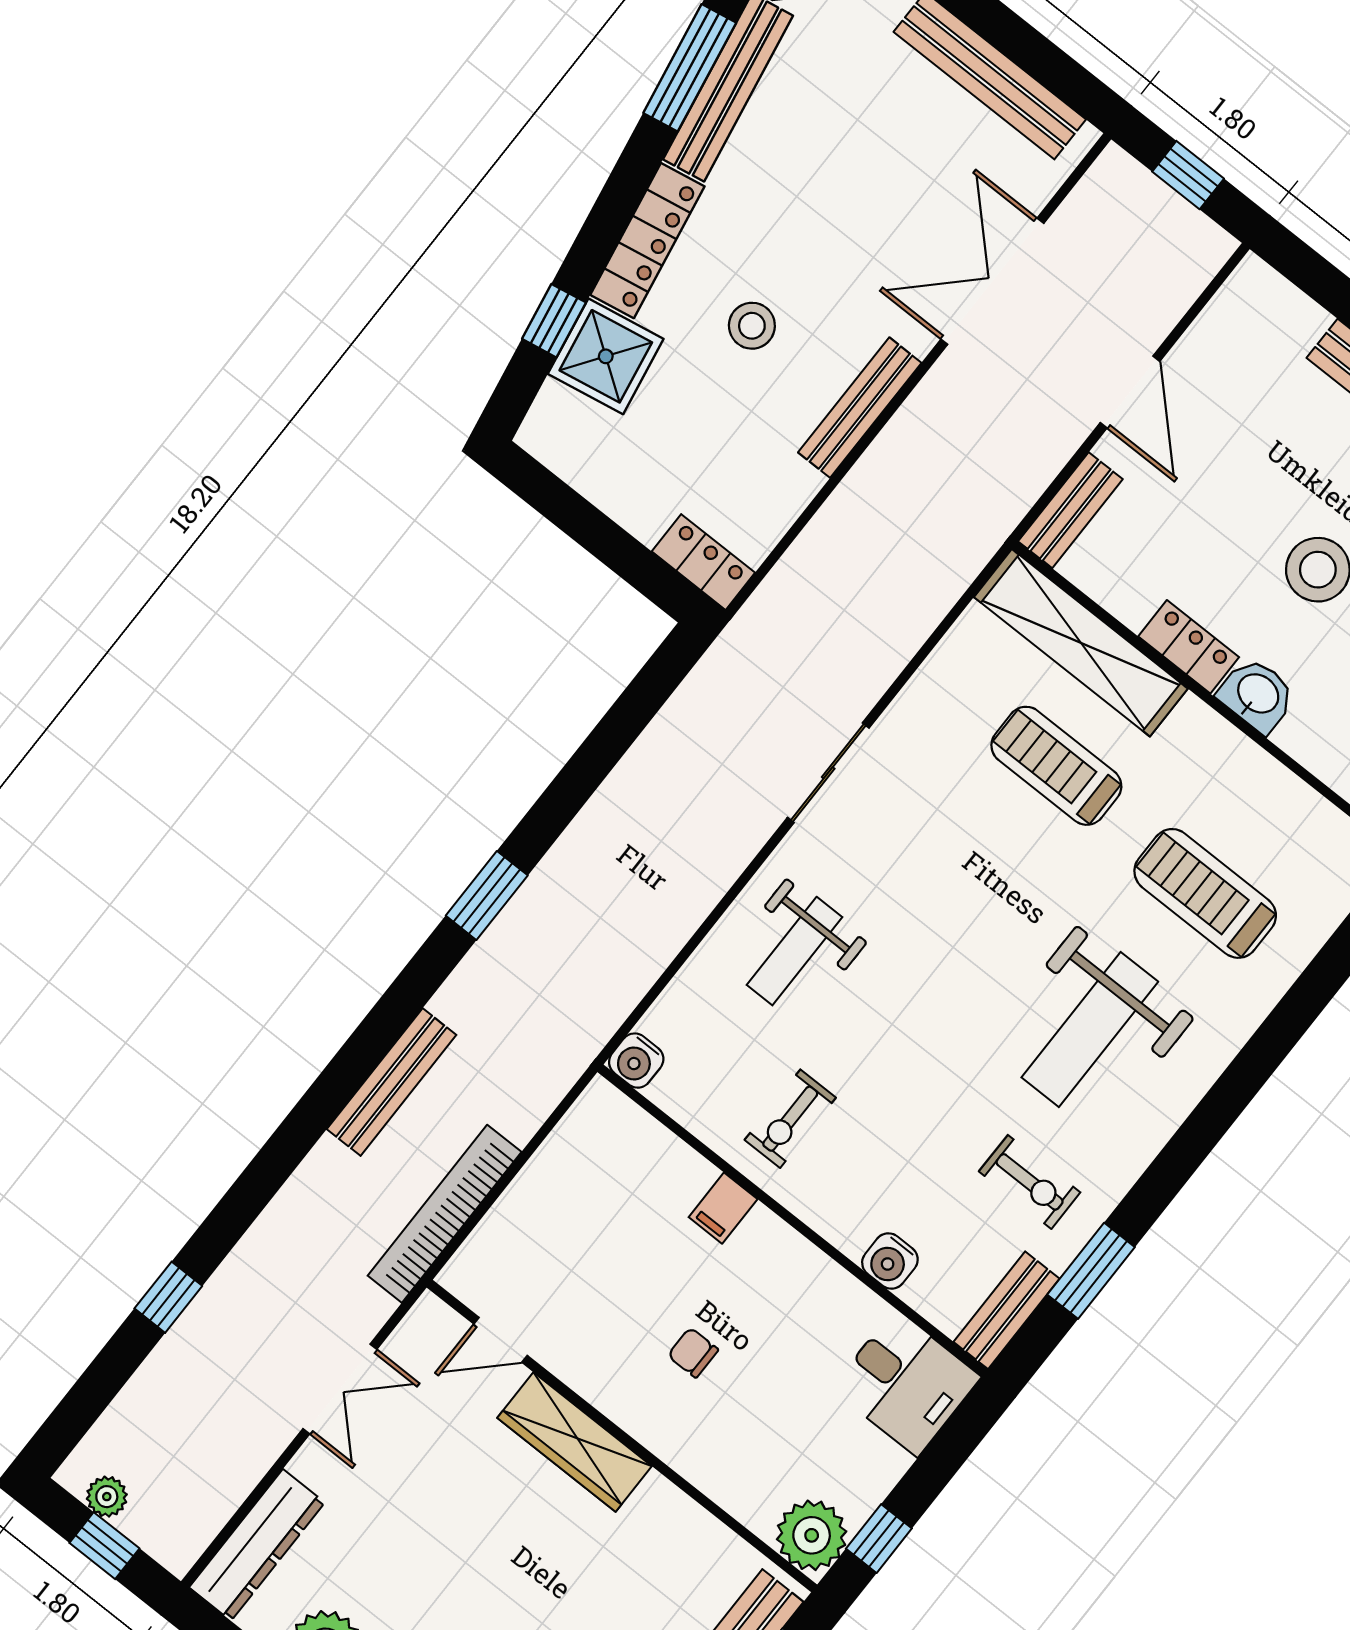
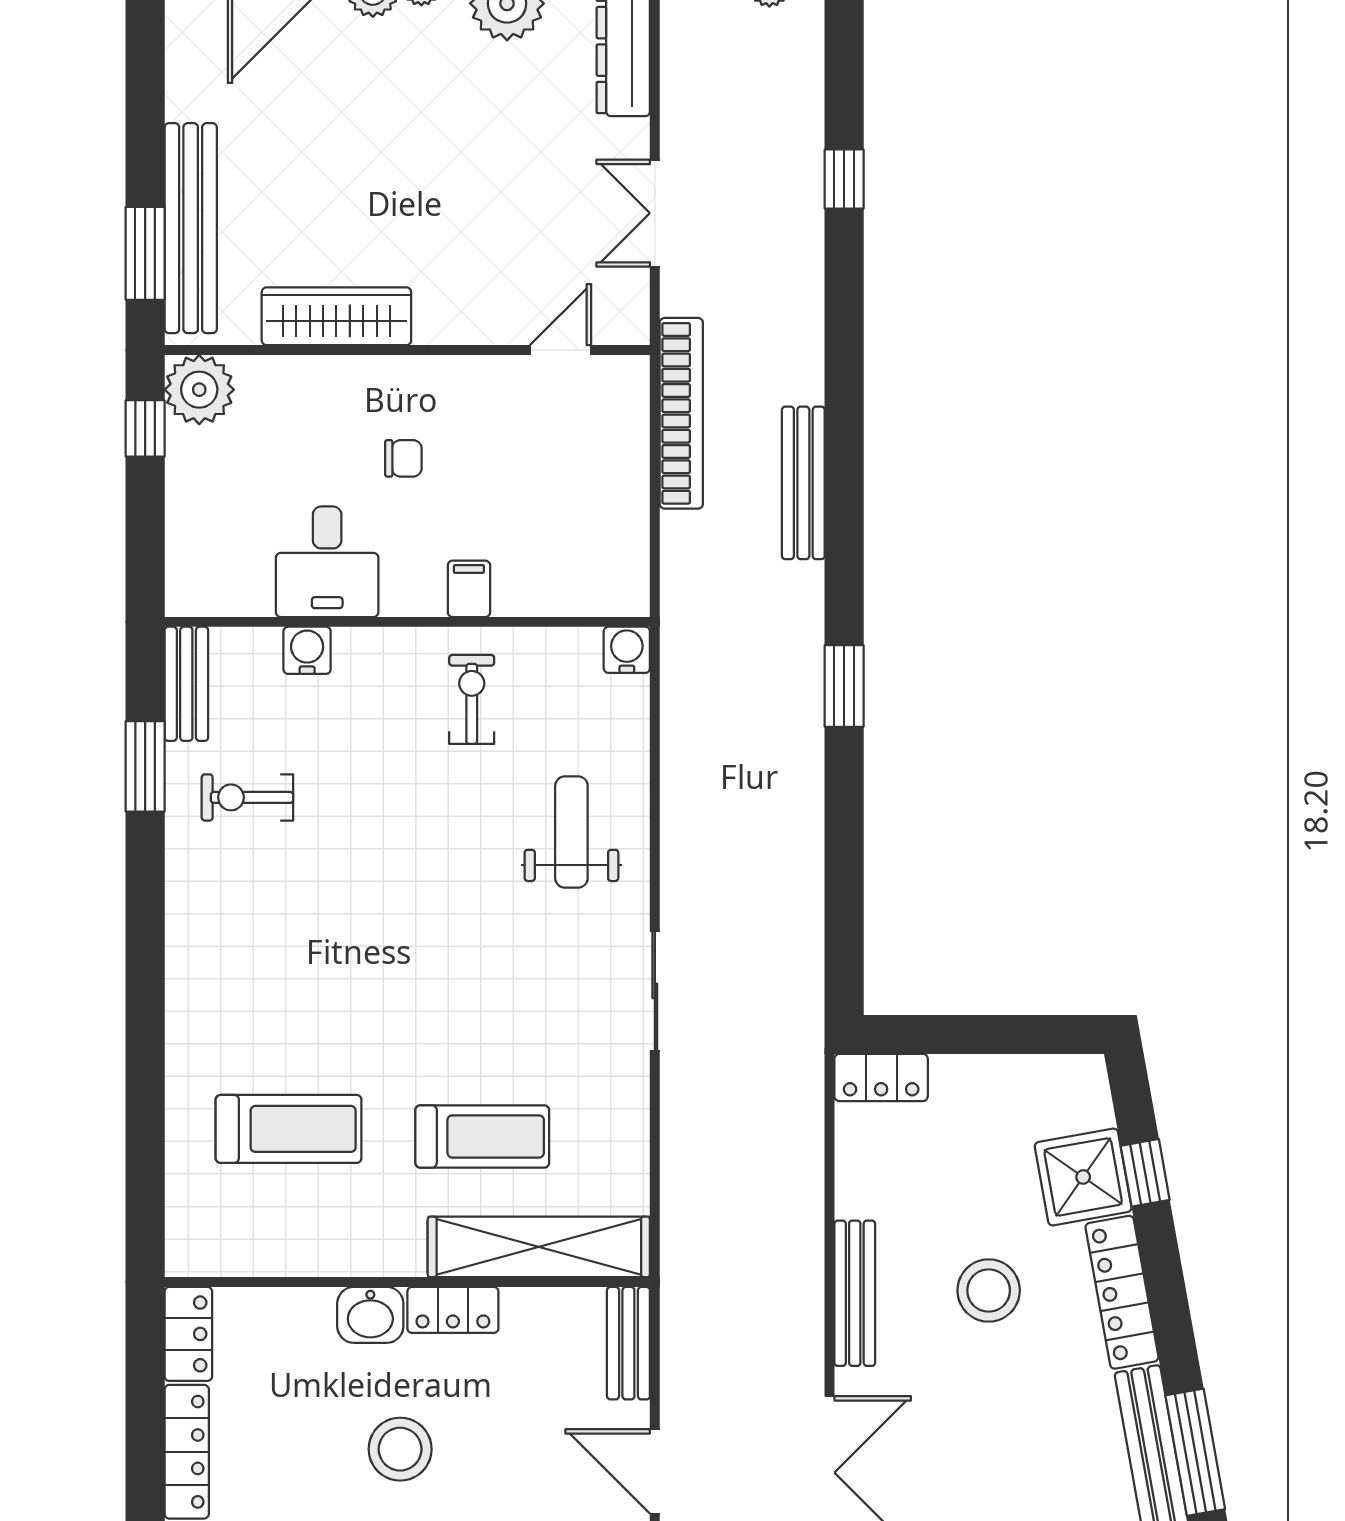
stool: (752, 326) -> (989, 1290), width x1.38, depth x1.38
weight bench: (1090, 1029) -> (294, 953), removed
desk: (906, 1383) -> (327, 562), moved, turned -90
wardrobe: (575, 1442) -> (336, 316), moved

